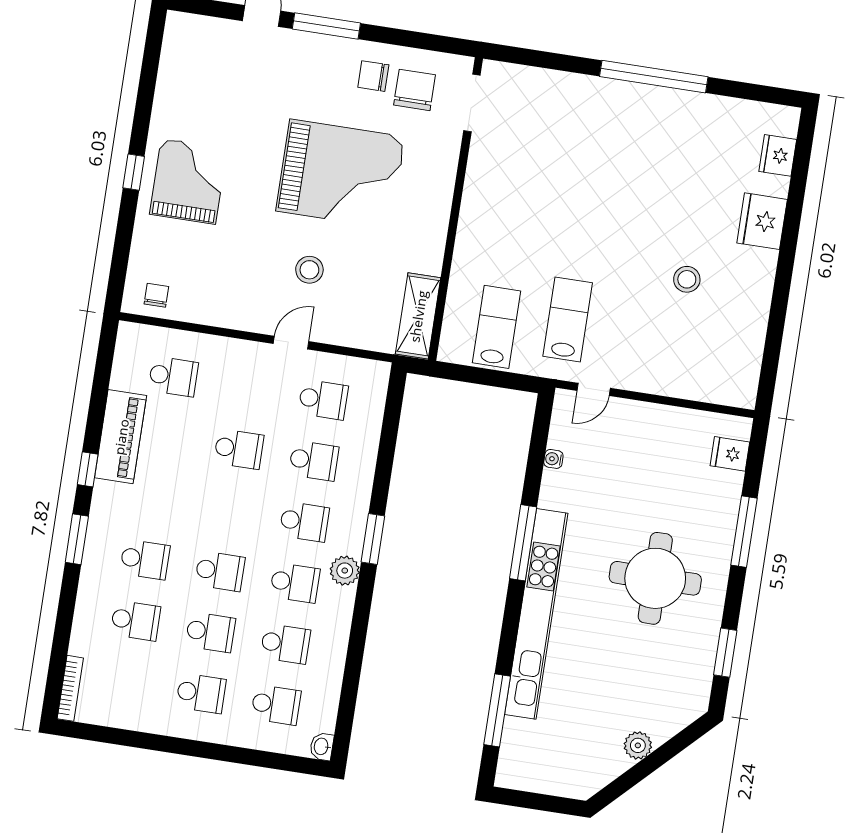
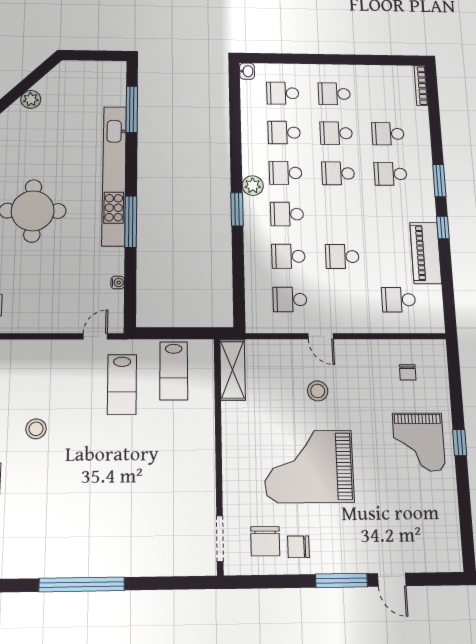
chair: (373, 76) -> (298, 547), turned 180
chair: (156, 295) -> (408, 372), moved
door: (291, 343) -> (321, 336), hinge flipped

